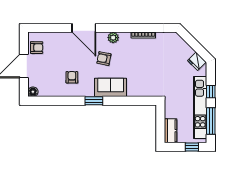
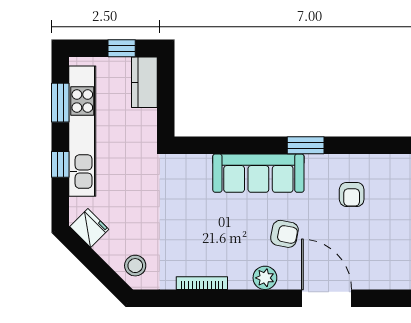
stool: (175, 43) -> (135, 266), added
sofa: (111, 87) -> (258, 173), width x1.36
window: (211, 121) -> (60, 103), width x0.69
window: (192, 147) -> (122, 48), moved

